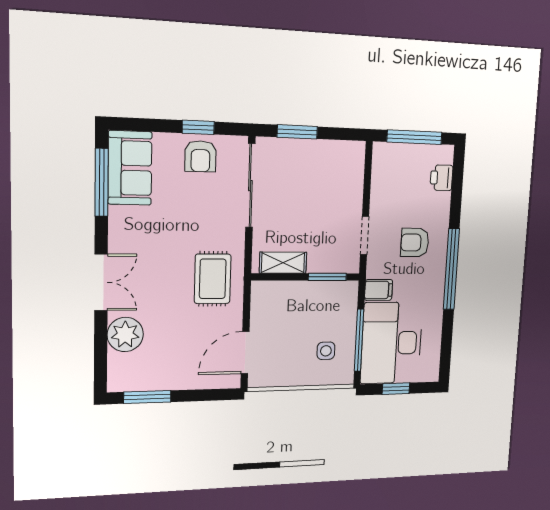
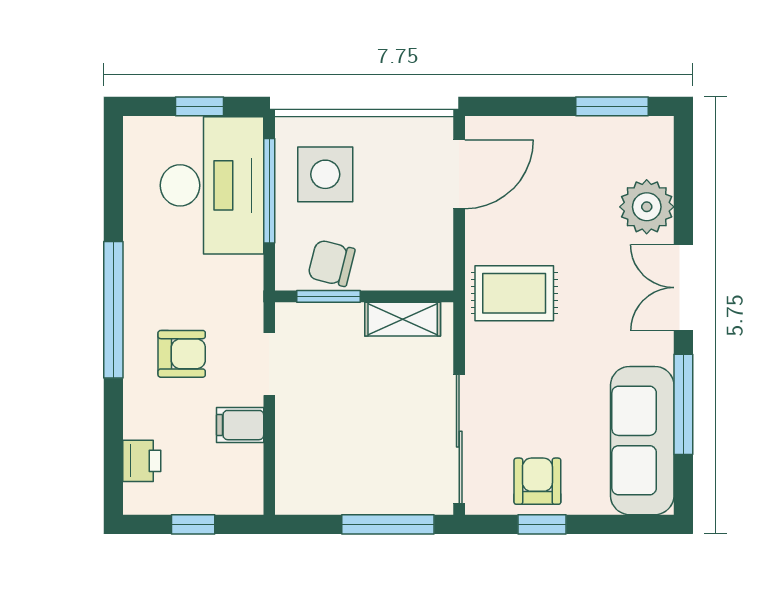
window: (297, 132) -> (388, 524), width x1.44
window: (415, 137) -> (193, 524), width x0.46
sofa: (130, 168) -> (642, 441), width x1.36
window: (102, 182) -> (683, 404), moved
rug: (213, 279) -> (514, 293), turned 90
filing cabinet: (379, 290) -> (240, 425), moved
chair: (325, 297) -> (331, 263), added
side table: (326, 351) -> (325, 174), width x1.87, depth x1.87

